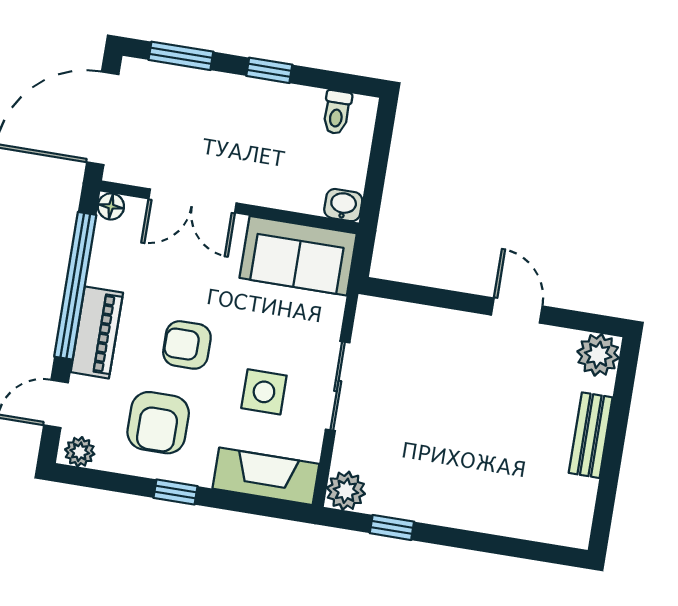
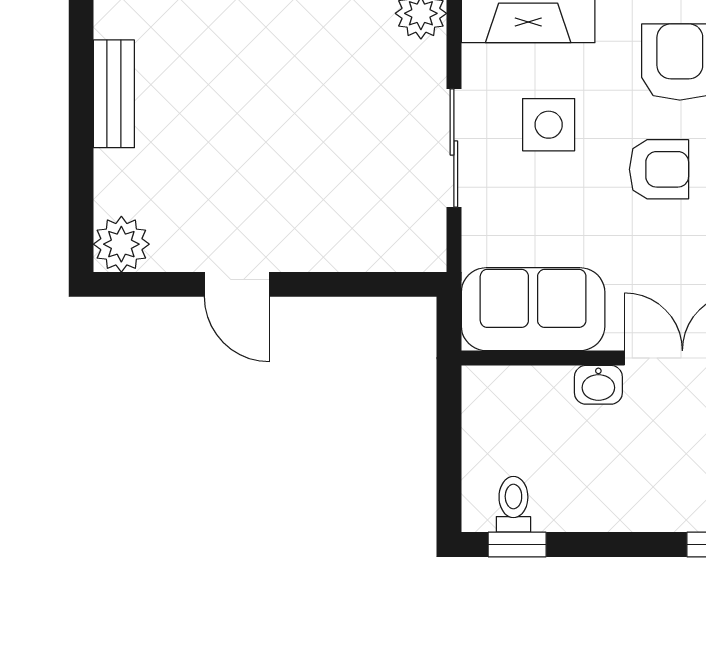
window: (269, 70) -> (517, 545), moved
washbasin: (343, 205) -> (598, 385), moved
bench: (591, 435) -> (114, 94), moved

